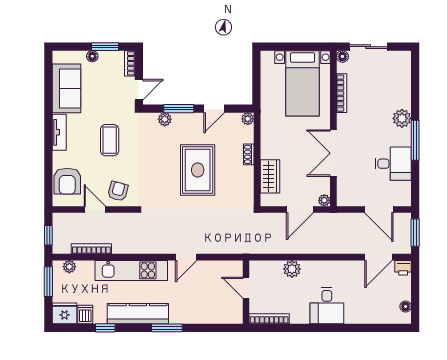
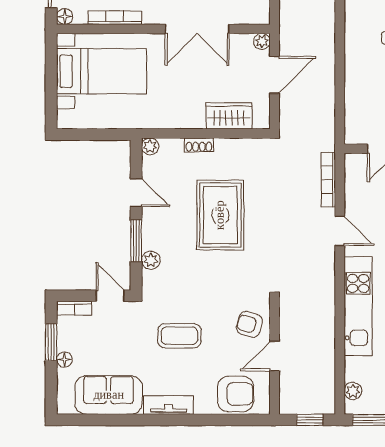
rug: (198, 170) -> (220, 215), turned 90
door: (300, 209) -> (274, 75), hinge flipped
bookcase: (91, 249) -> (328, 180), moved
plant: (292, 269) -> (356, 86), removed

